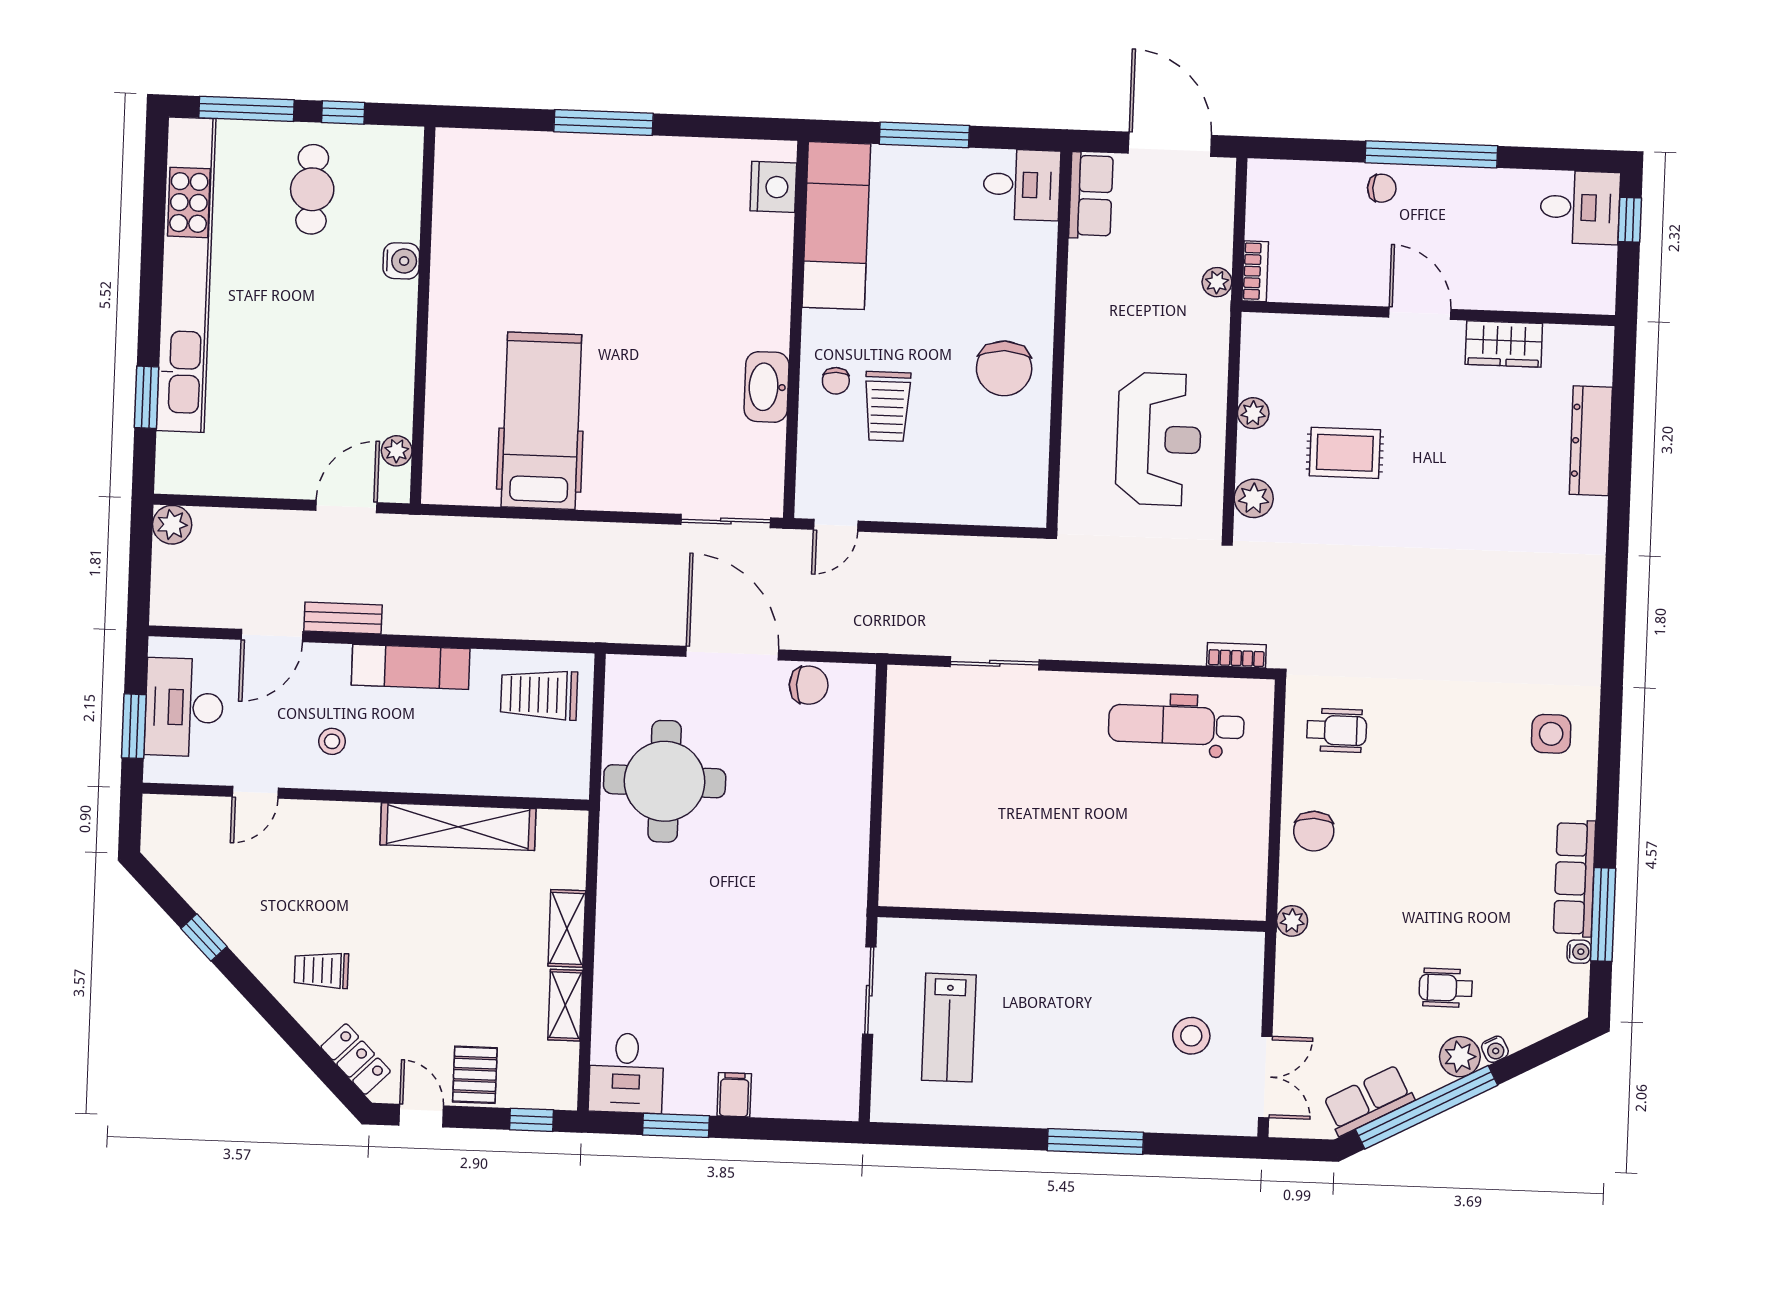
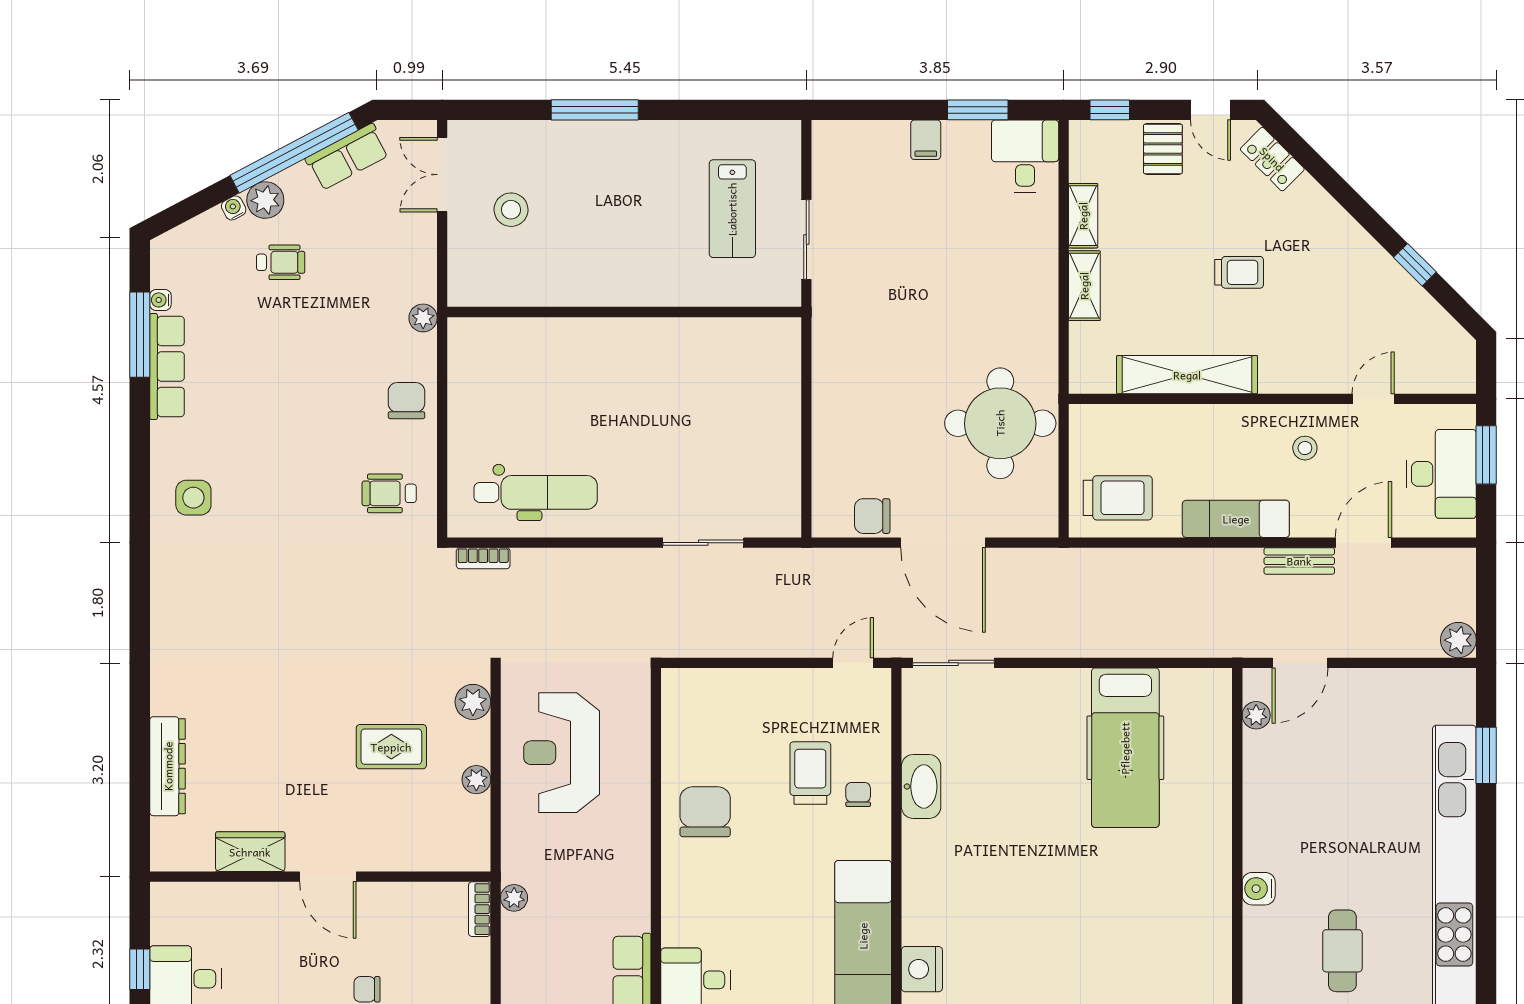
trolley: (321, 970) -> (1239, 272), moved
lab bench: (949, 1028) -> (732, 209), turned 180

